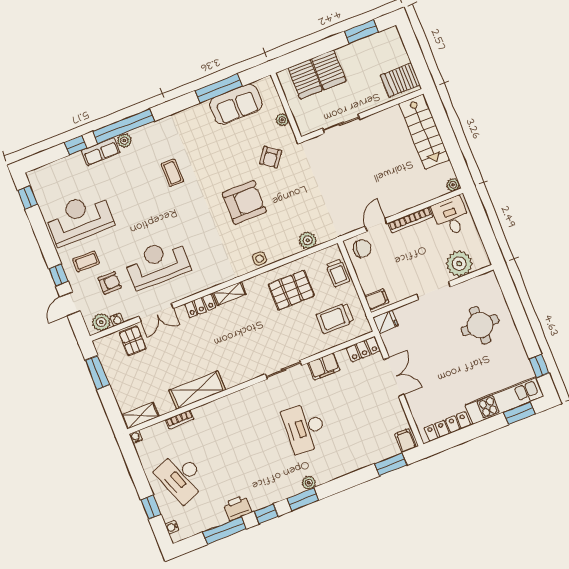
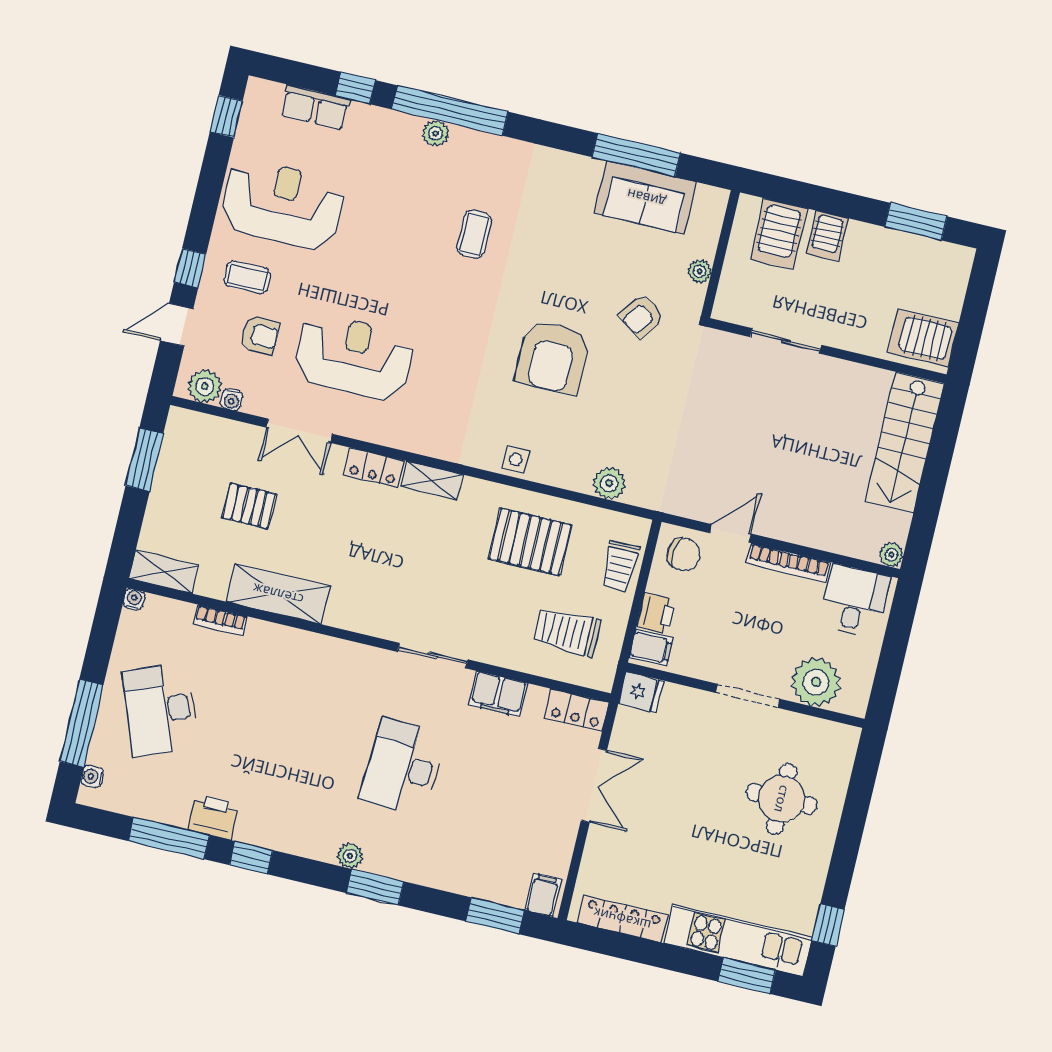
server rack: (329, 70) -> (827, 236), width x0.73, depth x0.70
row of seats: (101, 152) -> (315, 107), moved
armchair: (244, 202) -> (553, 357), turned 90
printer: (368, 283) -> (656, 613), added
pallet: (133, 341) -> (249, 506), moved, turned 90
window: (303, 499) -> (375, 887), moved
window: (151, 507) -> (82, 723), width x2.17

